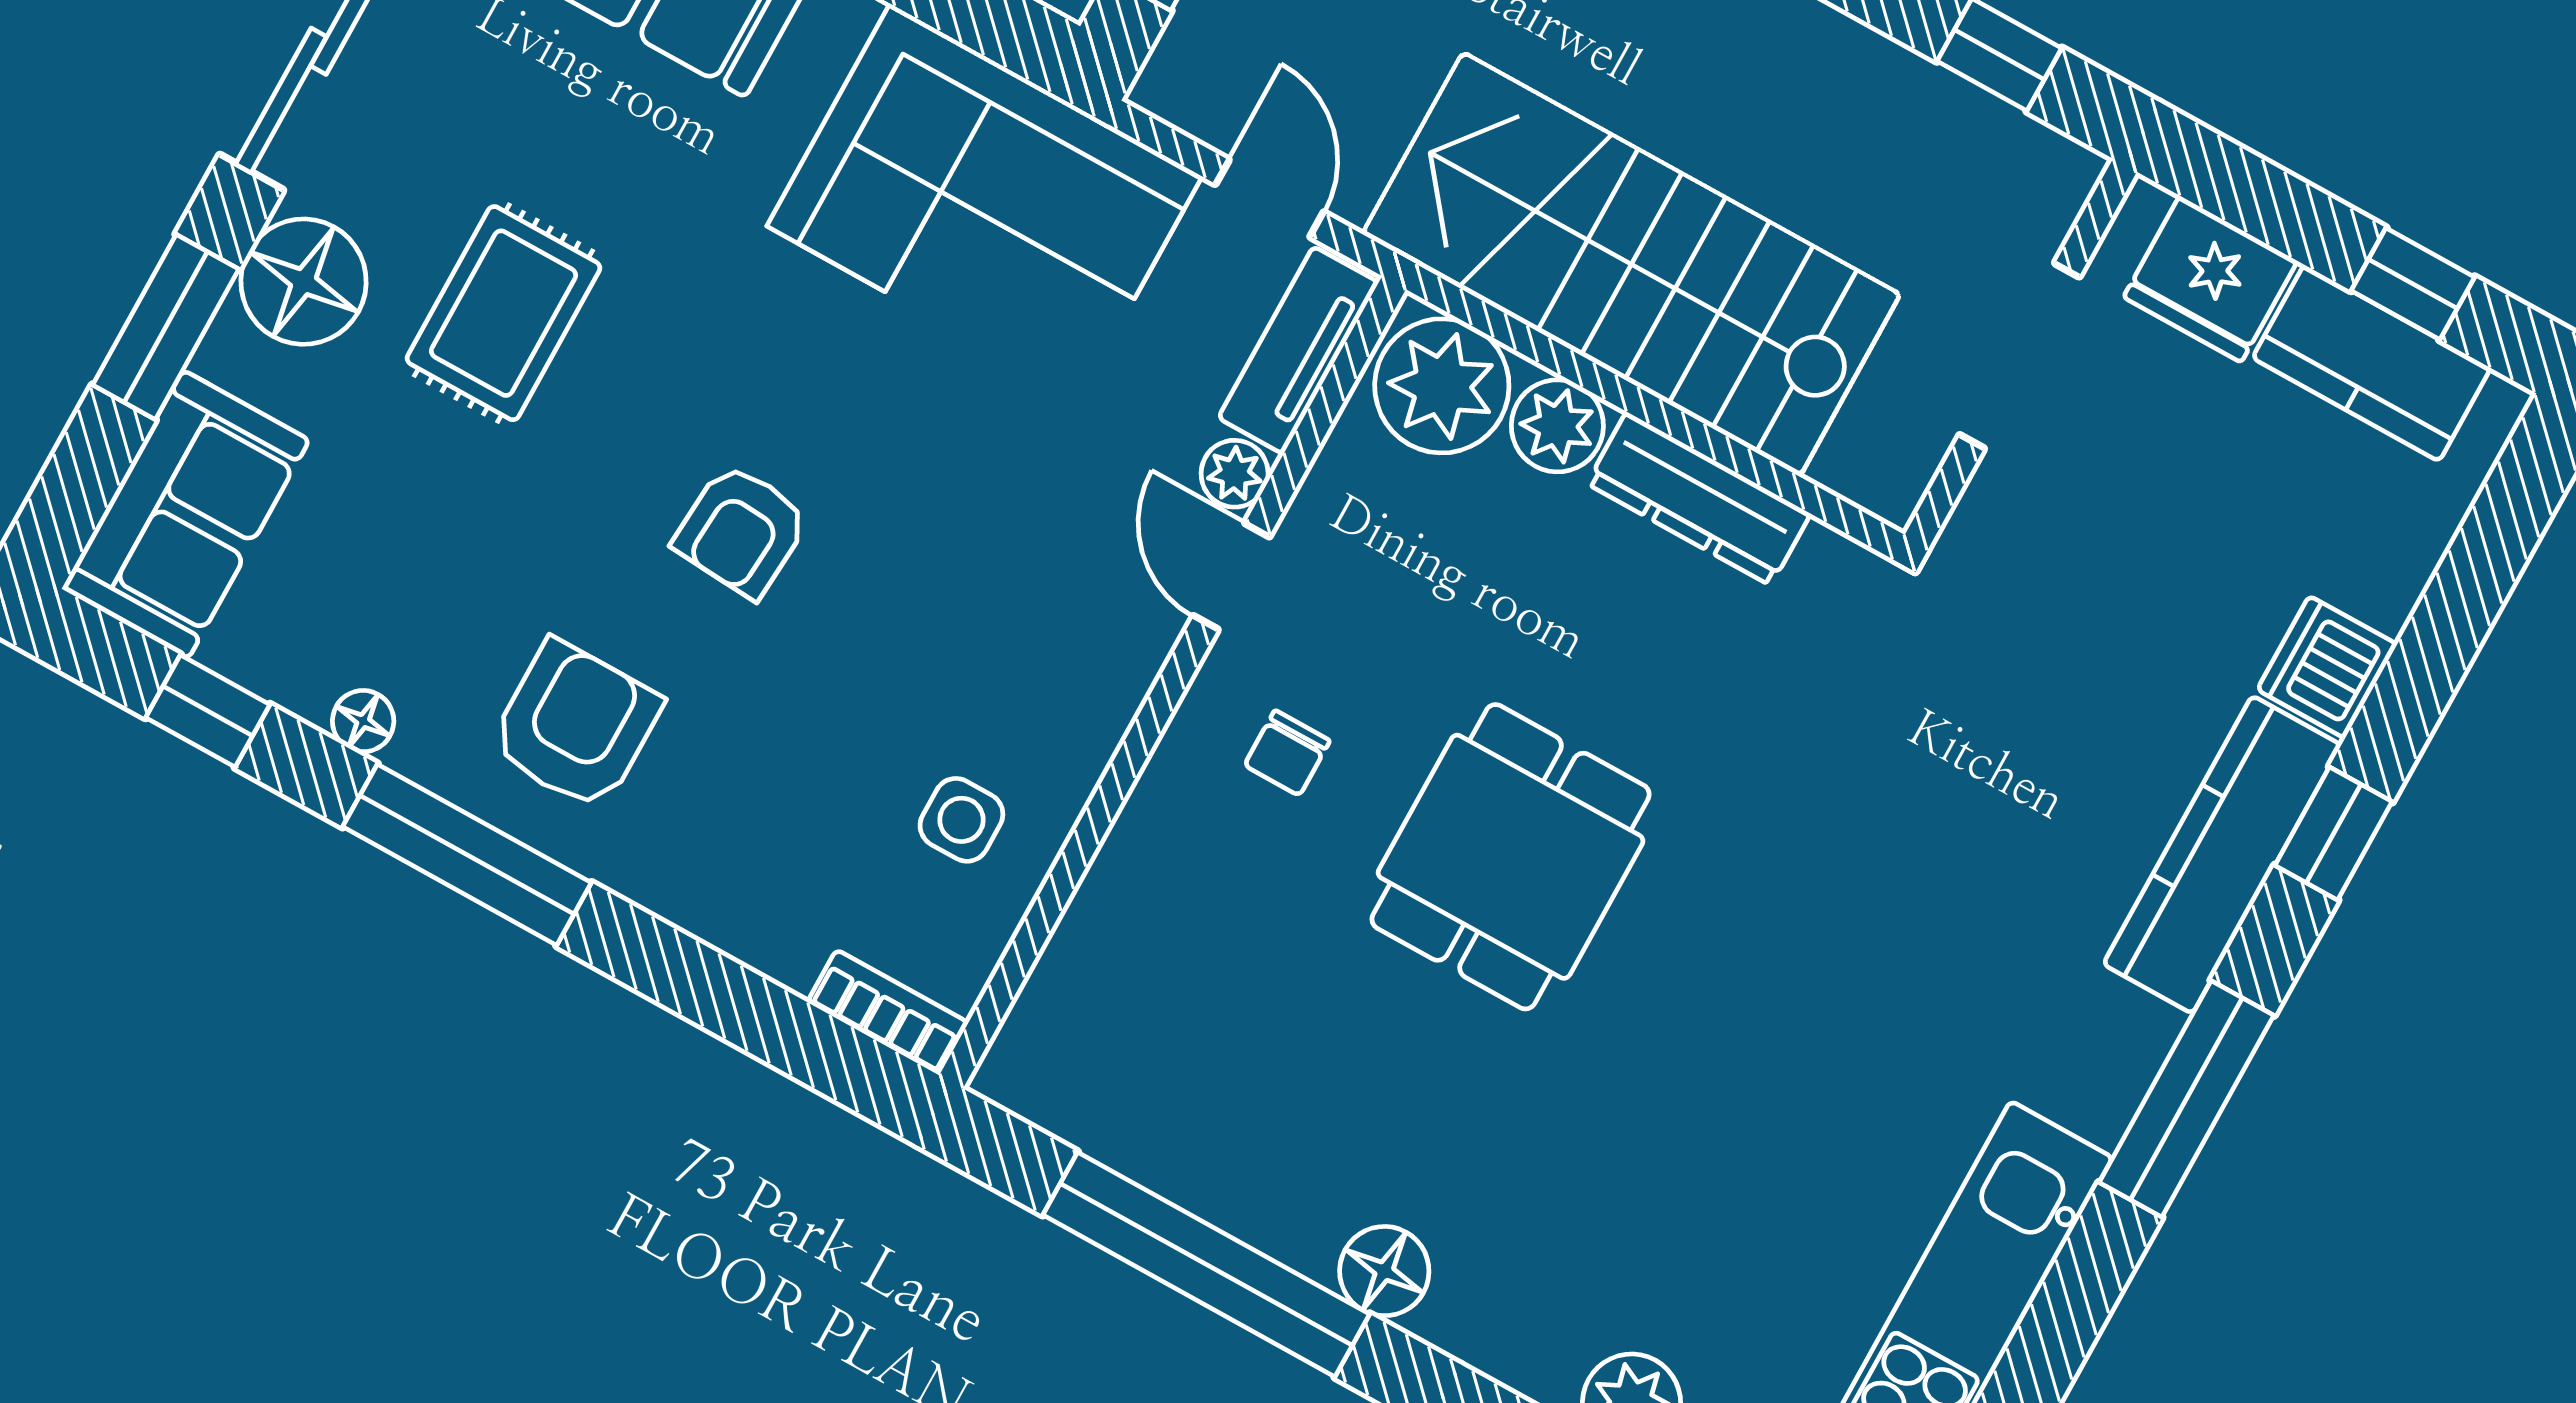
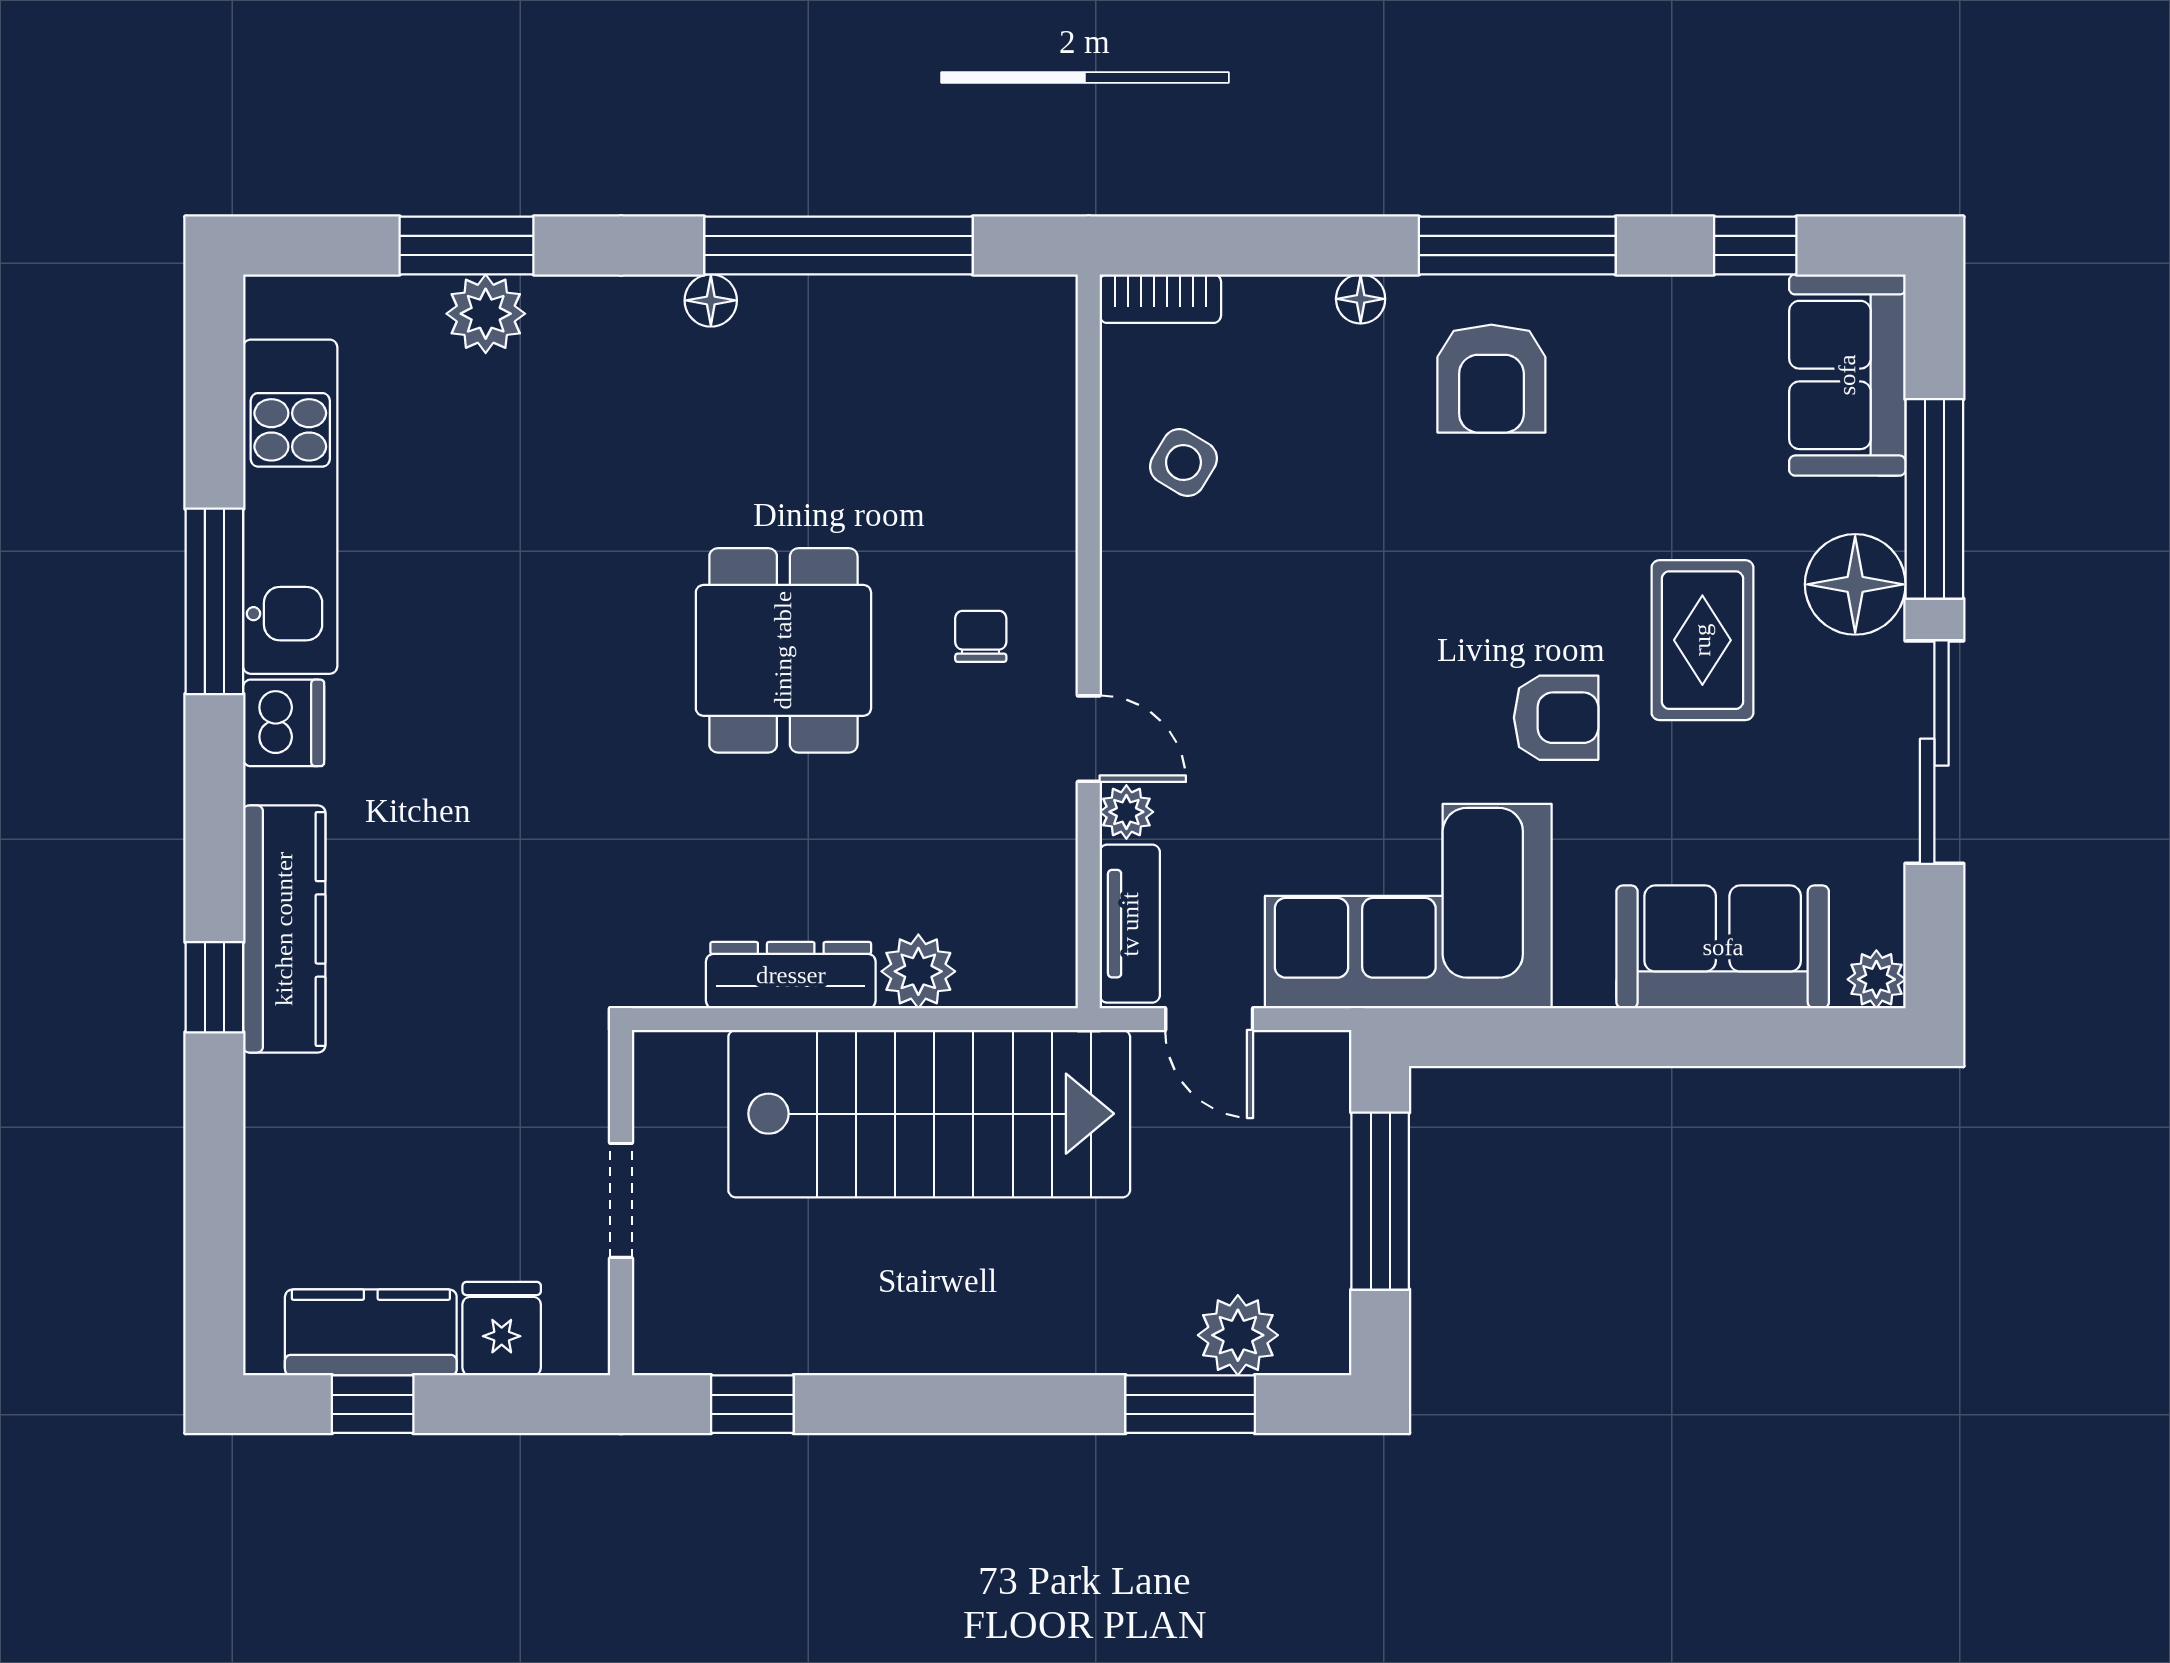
fridge: (2210, 279) -> (502, 1329), width x0.72
window: (166, 327) -> (1934, 499), width x1.44
doorway: (2019, 356) -> (621, 1200), width x0.73
plant: (1442, 386) -> (1015, 954), removed
armchair: (741, 531) -> (1556, 718), moved, turned 86
dishwasher: (2327, 667) -> (284, 723), moved
floor lamp: (363, 721) -> (1361, 299), moved
side table: (961, 820) -> (1183, 463), turned 31
window: (2186, 1099) -> (214, 601), moved
floor lamp: (1384, 1271) -> (711, 300), width x0.73, depth x0.73

